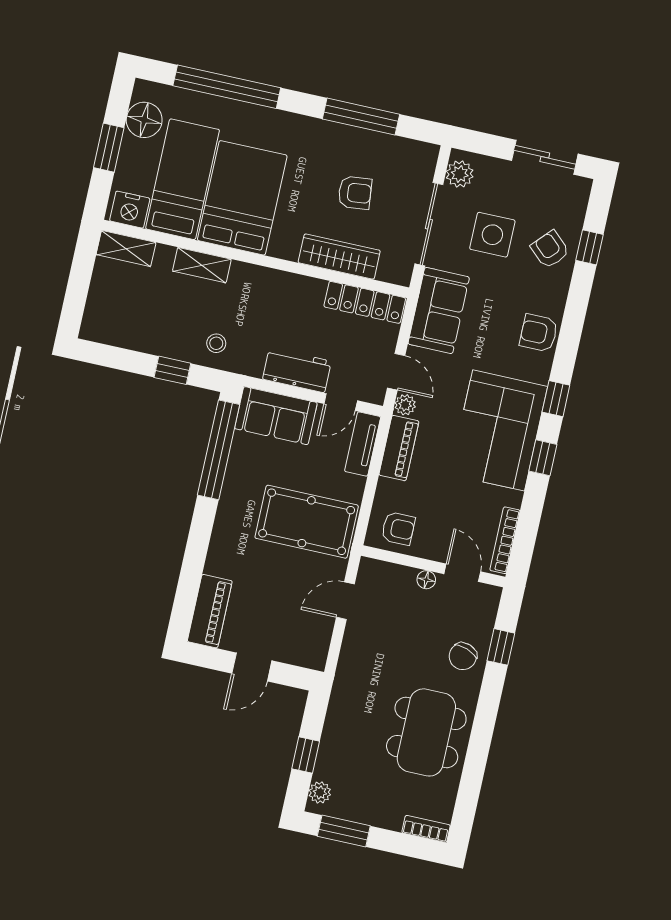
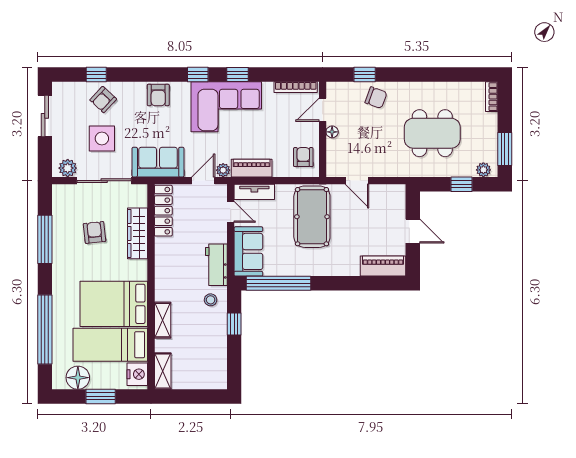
workbench: (297, 370) -> (216, 265), moved
dining table: (426, 732) -> (432, 133), moved

